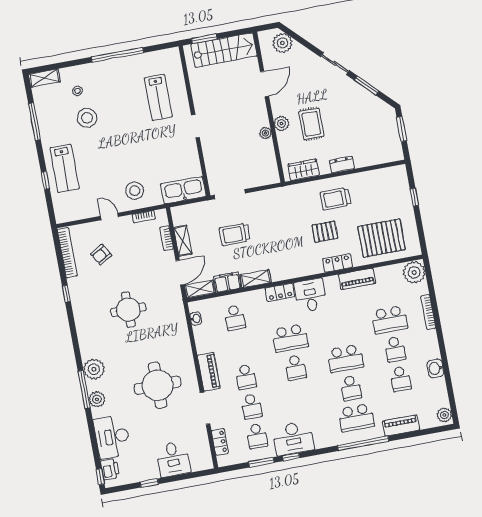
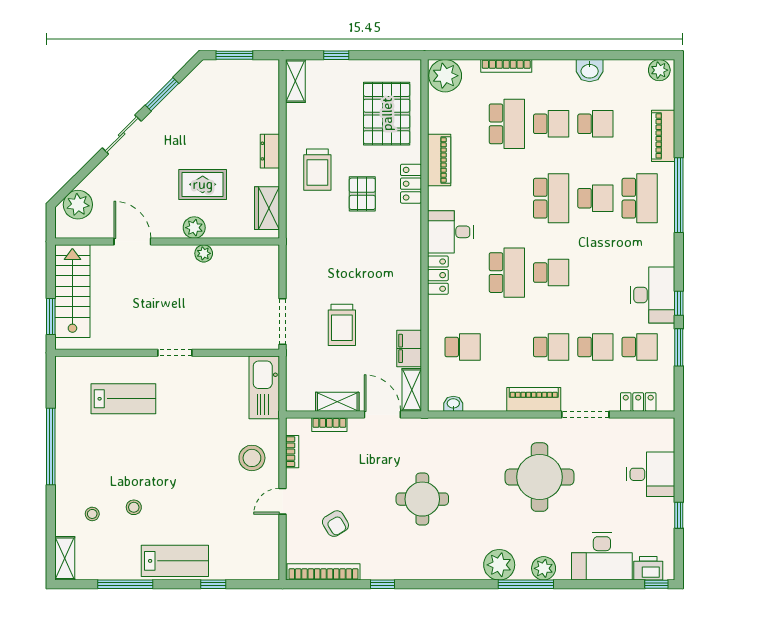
stool: (87, 118) -> (134, 507), width x0.53, depth x0.53
lab bench: (64, 168) -> (175, 561), moved
shelving: (256, 279) -> (295, 81), moved

